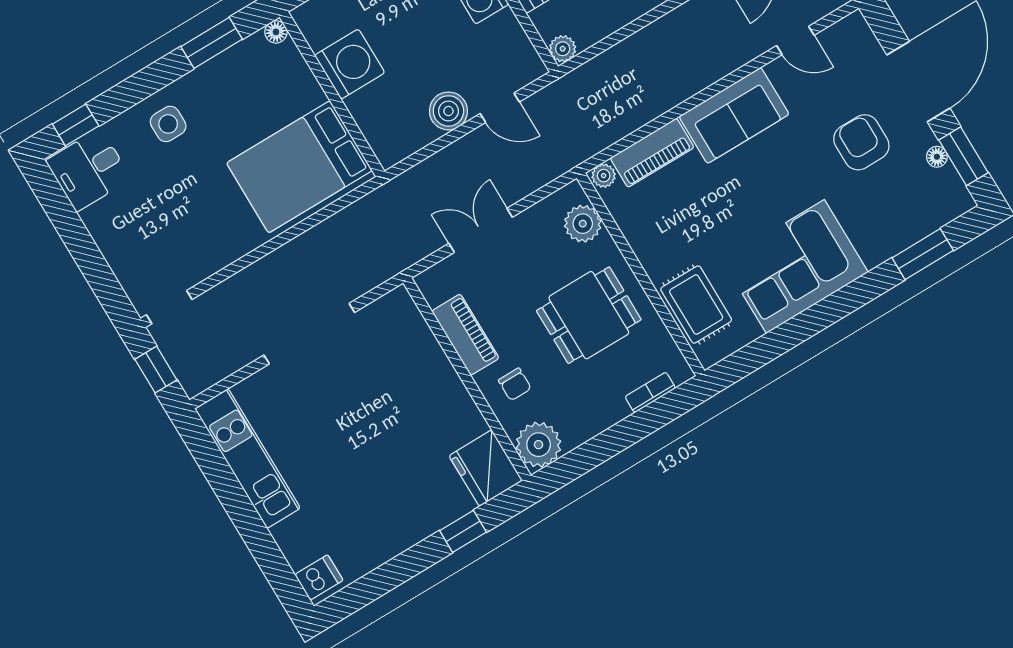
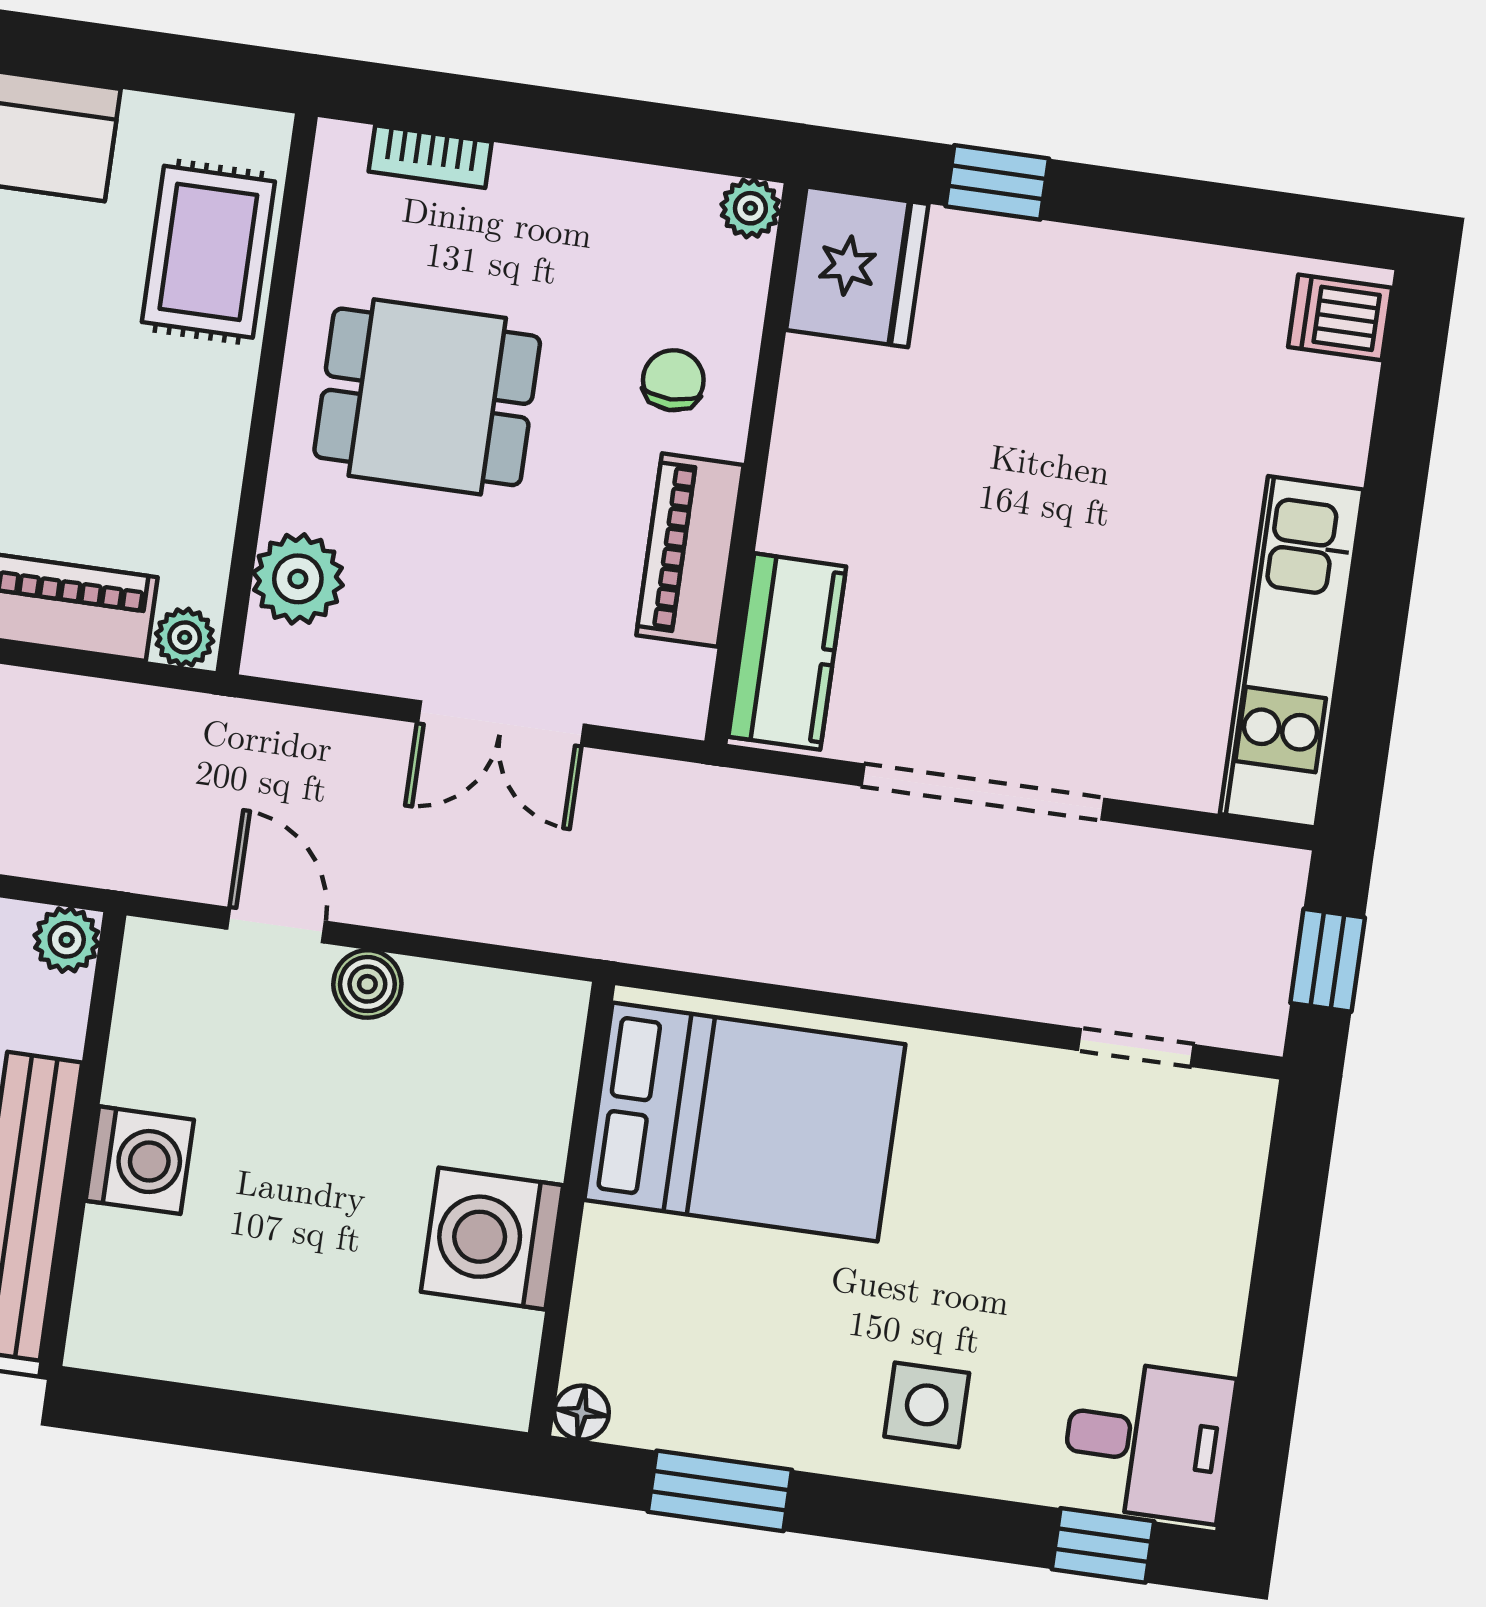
boiler: (448, 111) -> (367, 984), width x0.73, depth x0.73
doorway: (169, 307) -> (1136, 1047), moved
kitchen counter: (408, 328) -> (787, 652), added
plant: (539, 445) -> (750, 208), width x0.53, depth x0.53

